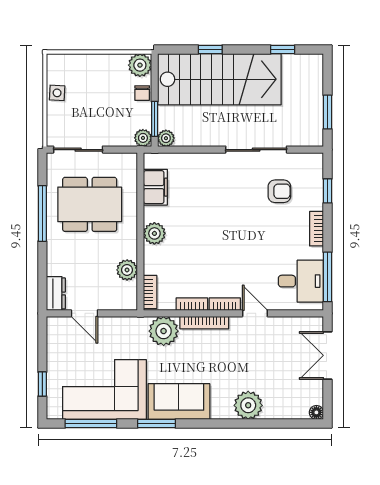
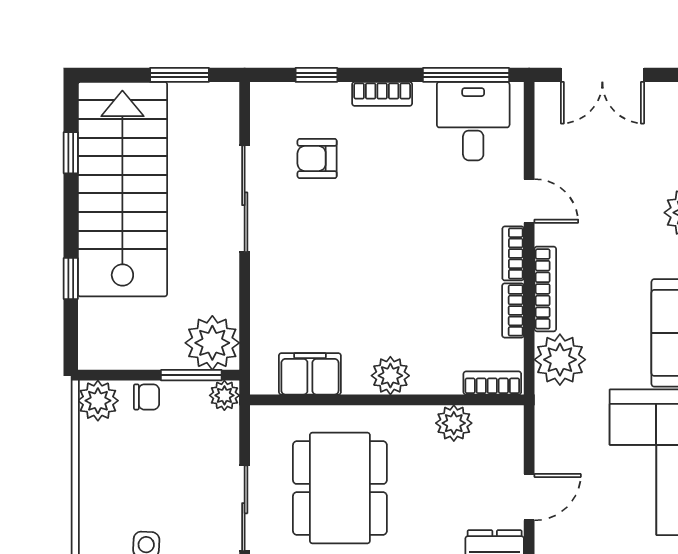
stairs: (219, 79) -> (122, 189), moved
plant: (166, 138) -> (212, 343), width x1.88, depth x1.88
armchair: (279, 191) -> (317, 159), turned -90
door: (255, 313) -> (529, 201), swing flipped

